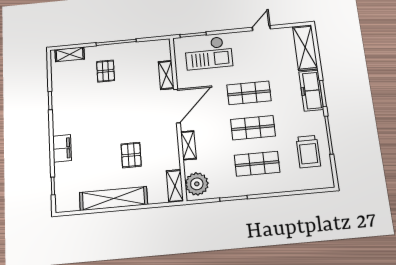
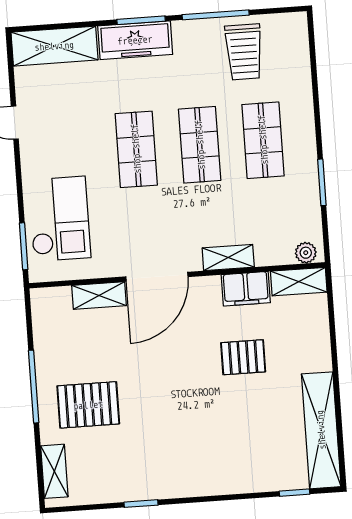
pallet: (106, 71) -> (88, 405), width x1.50, depth x1.42
door: (177, 106) -> (157, 277), swing flipped
filing cabinet: (62, 148) -> (246, 289), moved, turned 180
trolley: (308, 152) -> (244, 52), turned 90
plant: (197, 184) -> (306, 253), width x0.53, depth x0.53
shelving: (113, 199) -> (321, 430), moved

